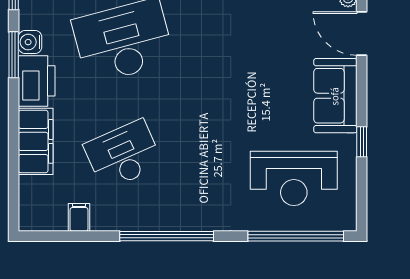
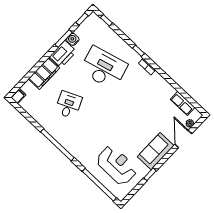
desk: (123, 155) -> (68, 105), width x0.73
reception desk: (294, 178) -> (117, 165), turned 180
filing cabinet: (79, 217) -> (18, 96), moved

